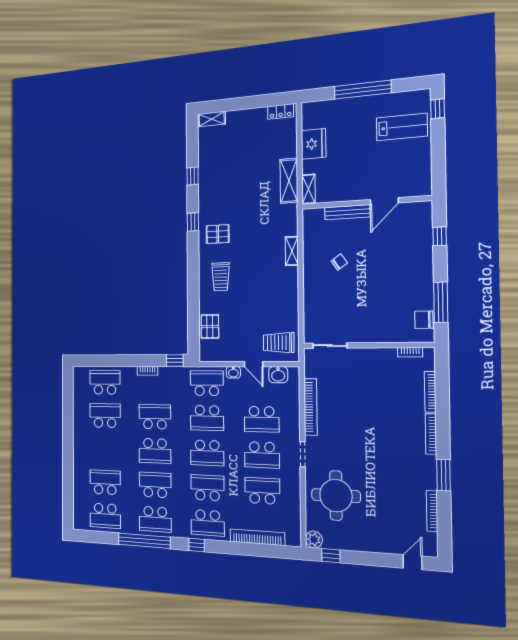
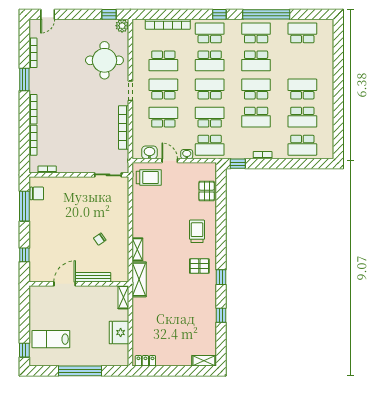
shelving: (289, 181) -> (139, 279), moved
school desk: (105, 482) -> (302, 89), moved, turned 180

